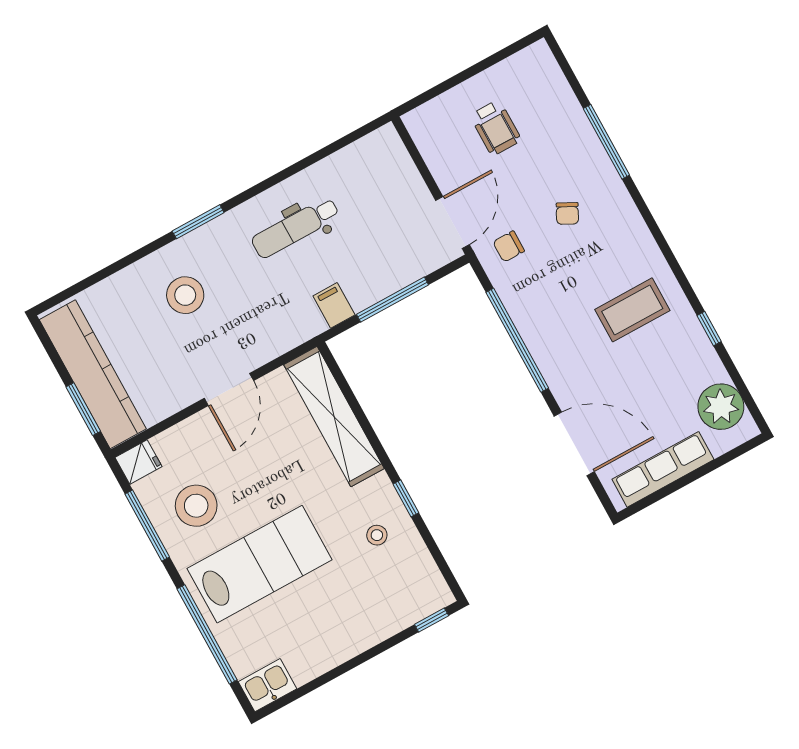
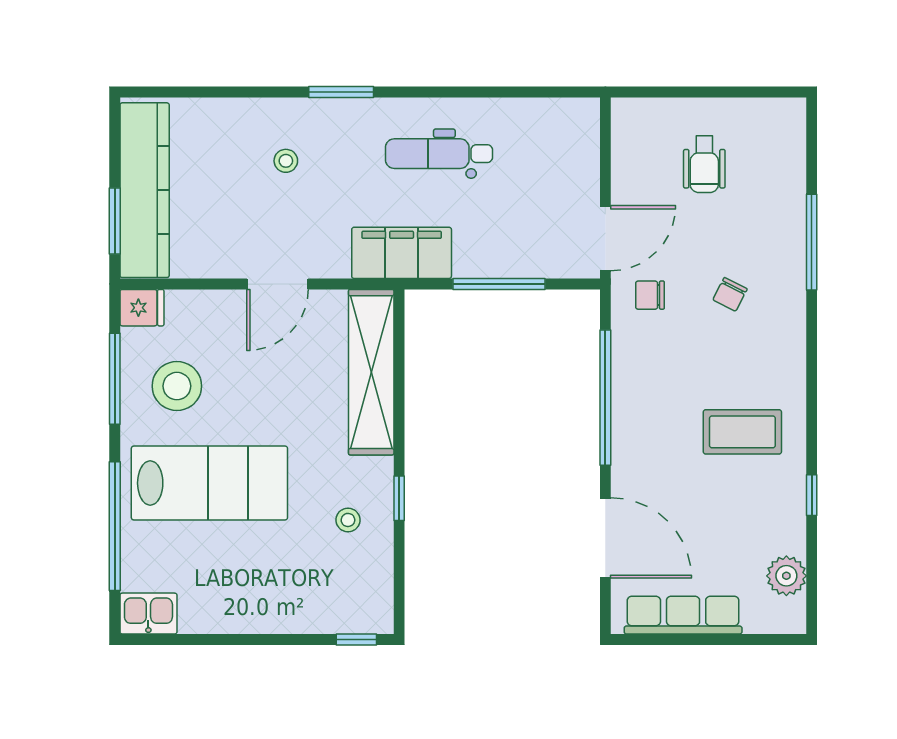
stool: (185, 295) -> (286, 161), width x0.53, depth x0.53
filing cabinet: (334, 305) -> (402, 253), width x3.00, depth x1.17
plant: (721, 407) -> (786, 576), width x0.73, depth x0.73

